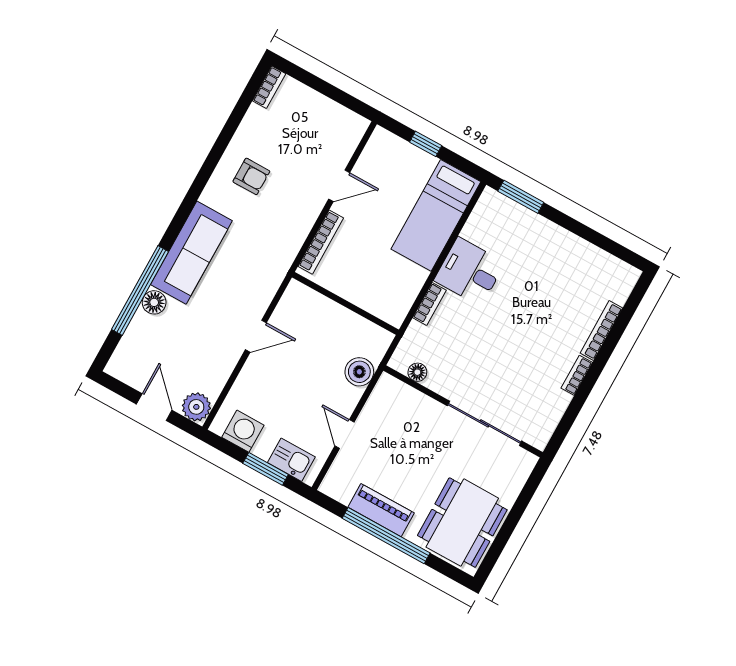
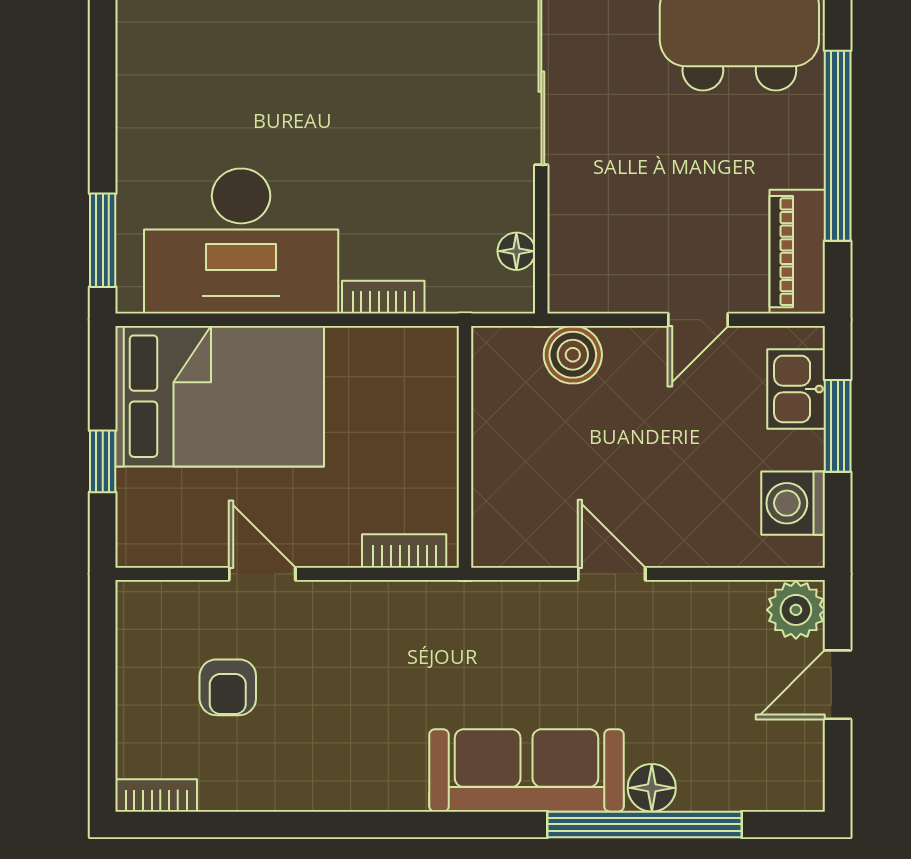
armchair: (251, 176) -> (228, 687), moved, turned 180
bed: (436, 215) -> (220, 396), width x1.50
bookcase: (321, 242) -> (404, 551), width x0.64
desk: (470, 272) -> (241, 241), width x1.87, depth x1.30
piano: (381, 510) -> (797, 252), moved

